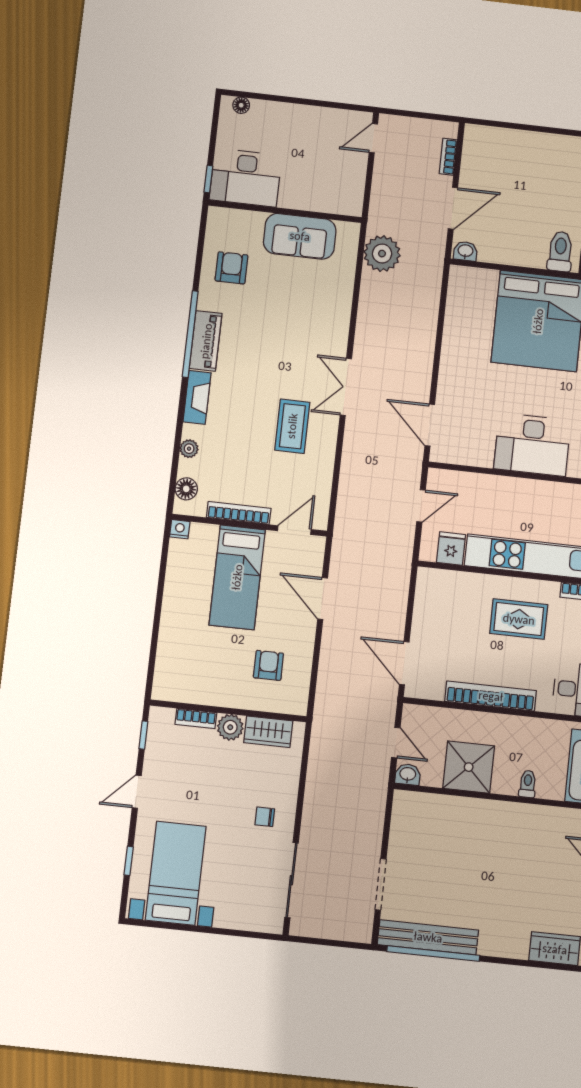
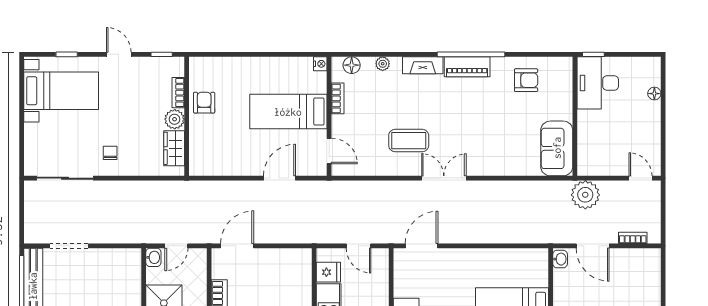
floor lamp: (241, 105) -> (654, 94), moved
sofa: (300, 236) -> (557, 148), moved
plant: (382, 254) -> (585, 195), moved
bookcase: (239, 513) -> (338, 98), width x0.64
armchair: (268, 665) -> (204, 103), moved, turned -90

